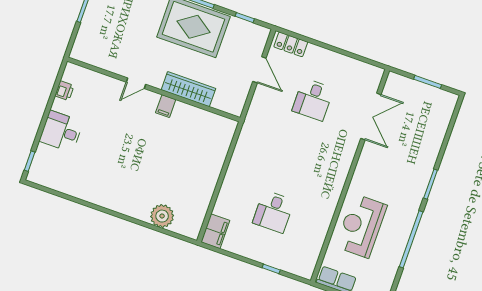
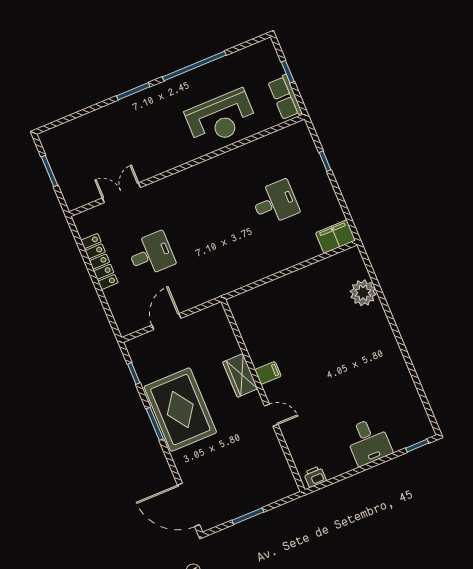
locker: (291, 44) -> (99, 261), moved, width x1.53
wardrobe: (188, 89) -> (240, 375), width x0.67
printer: (64, 91) -> (315, 477), moved
double door: (371, 116) -> (121, 193), width x0.73

